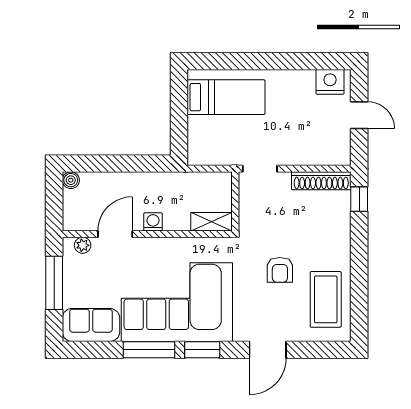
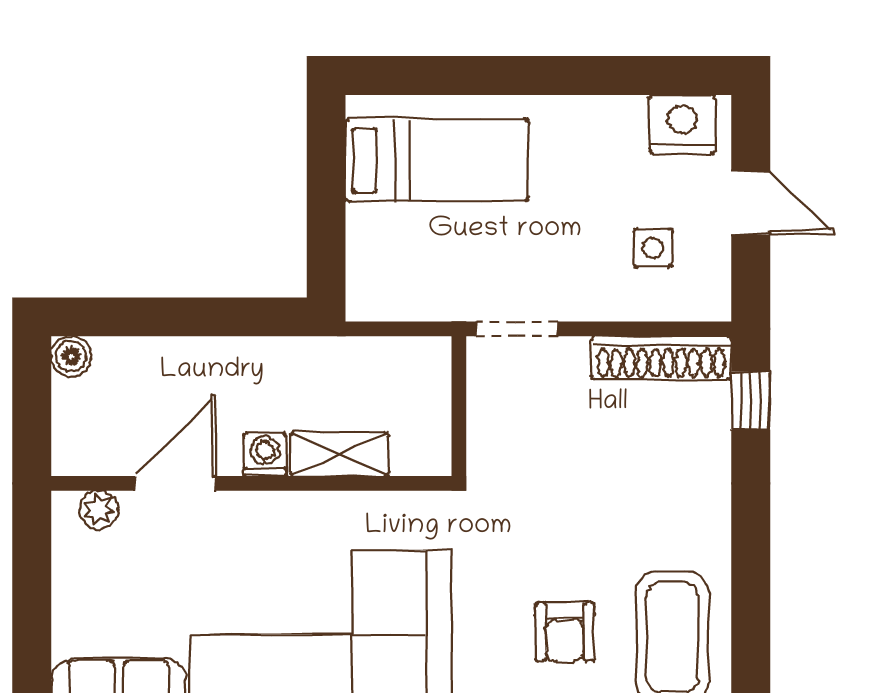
side table: (318, 134) -> (653, 248), added
shelving: (211, 222) -> (339, 454), moved
armchair: (280, 270) -> (565, 632), moved
window: (54, 283) -> (32, 598), removed

